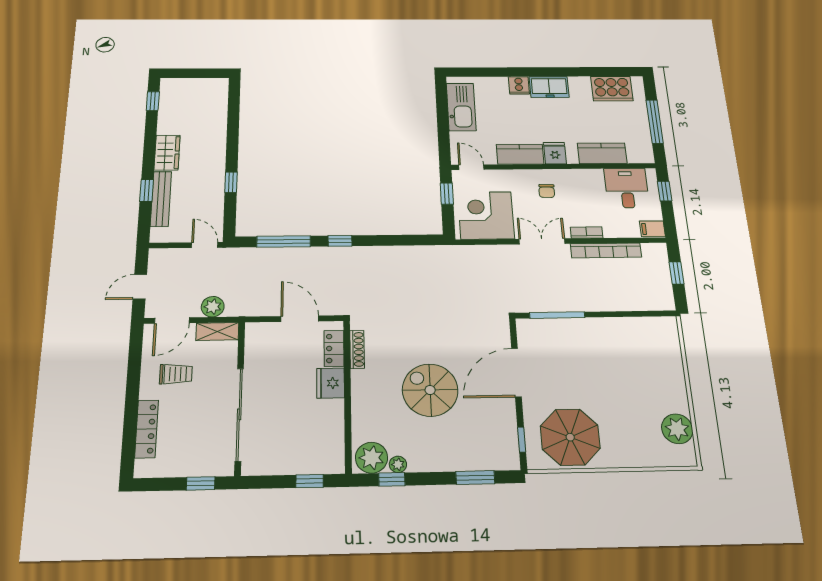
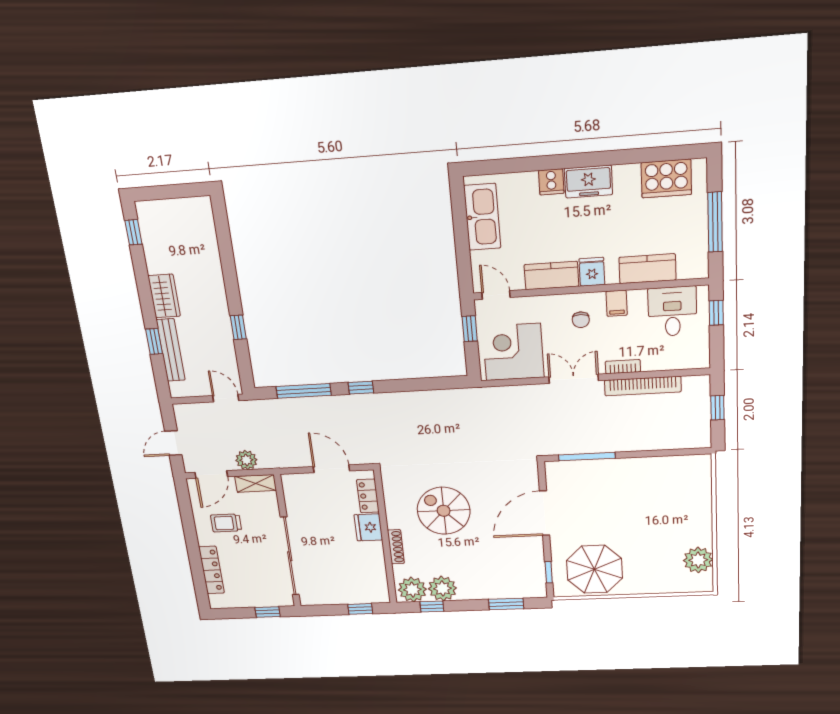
filing cabinet: (652, 229) -> (617, 303), moved, turned -90
shoe rack: (357, 349) -> (396, 547), moved
trolley: (176, 374) -> (226, 523), turned 180
spiral stairs: (430, 390) -> (444, 511), moved
plant: (398, 464) -> (442, 588), width x1.88, depth x1.88

